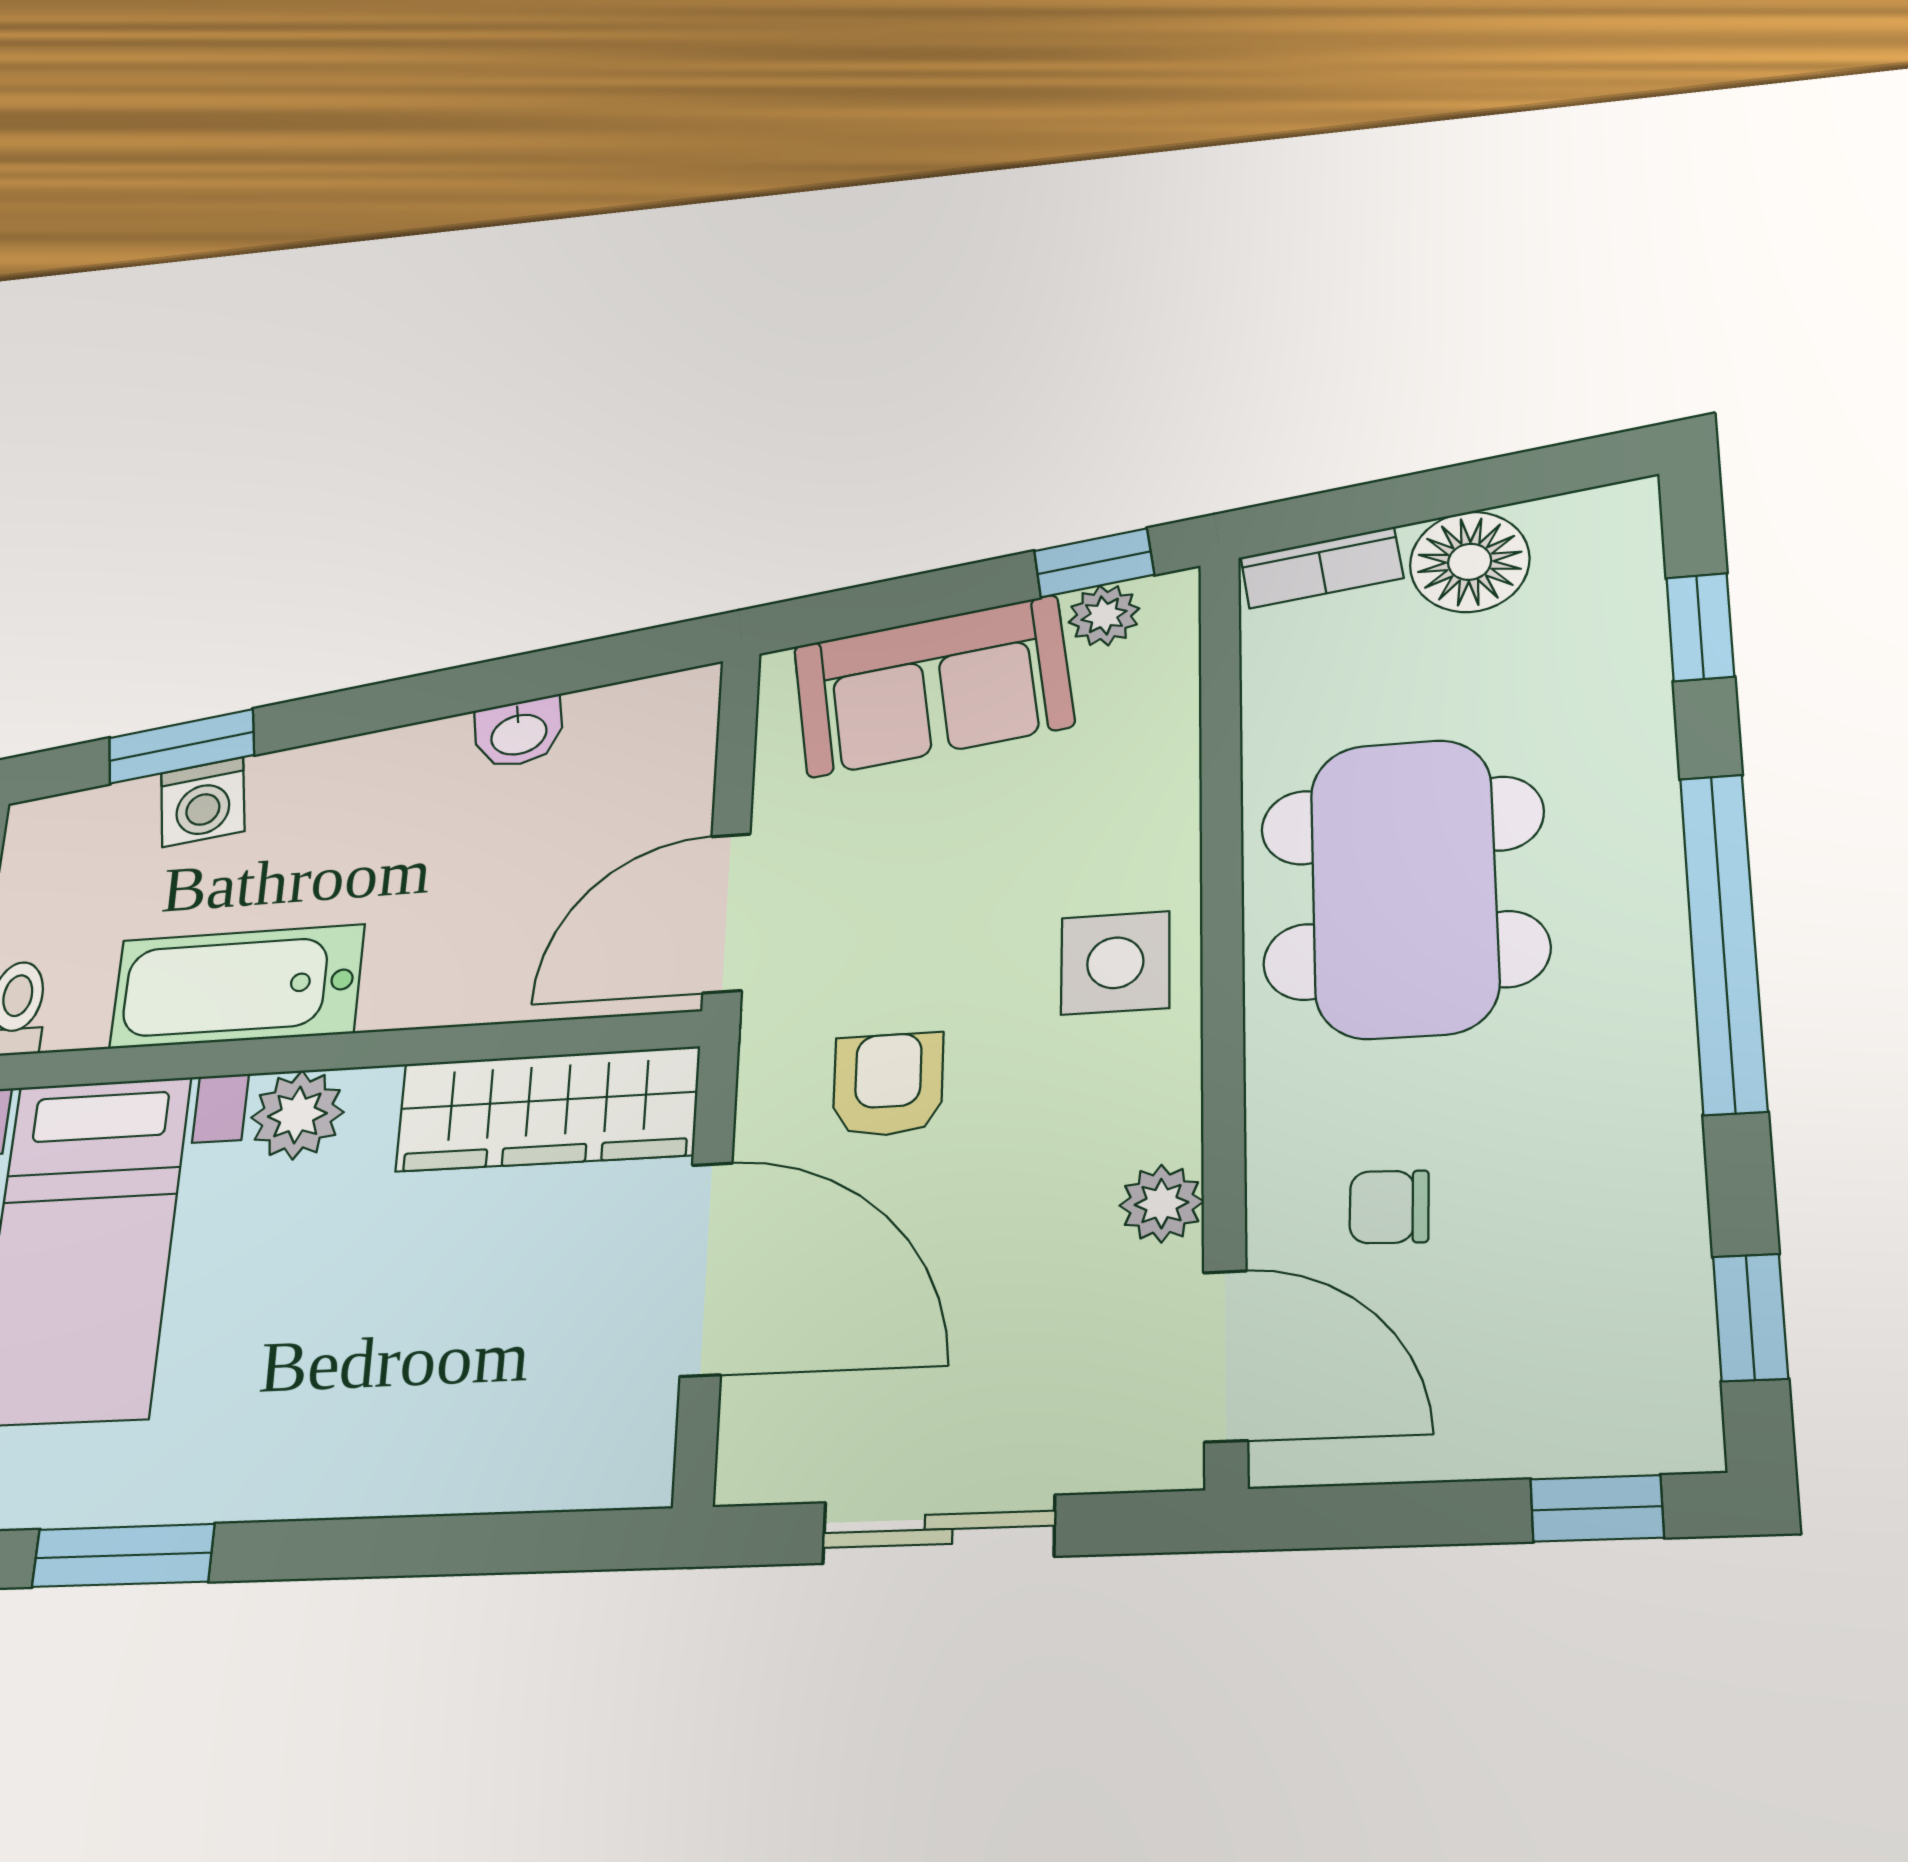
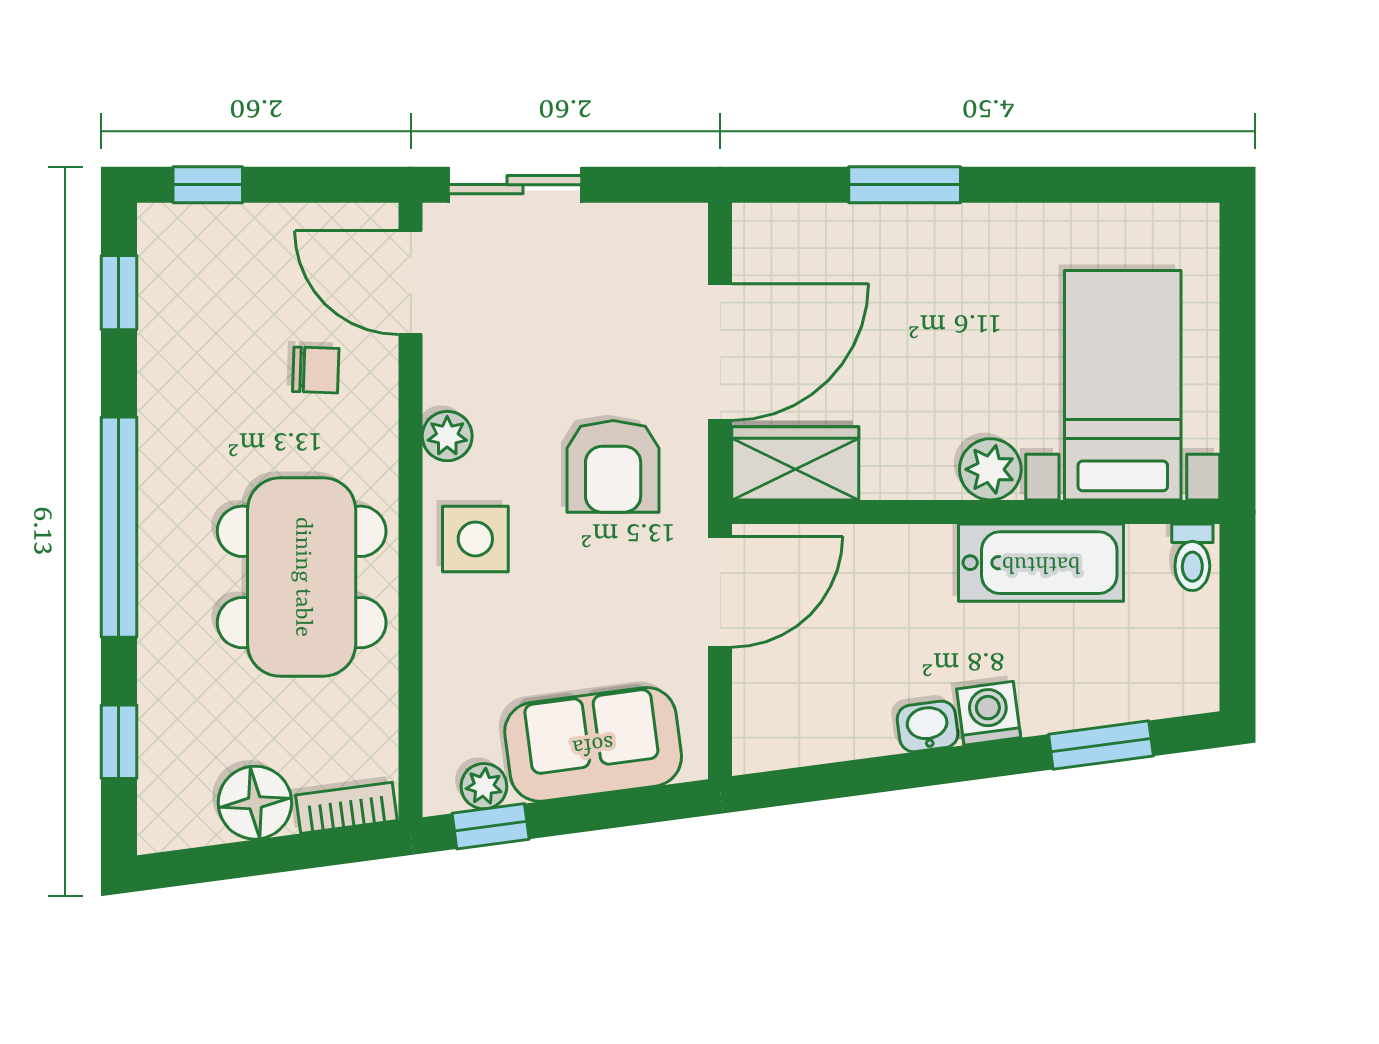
washbasin: (519, 733) -> (928, 726), moved
washing machine: (203, 802) -> (989, 713), moved
armchair: (888, 1085) -> (613, 466), width x1.38, depth x1.38
wardrobe: (548, 1109) -> (795, 463), width x0.67
plant: (1161, 1204) -> (447, 436), moved
door: (706, 1269) -> (720, 352), swing flipped
sliding door: (939, 1529) -> (515, 185), moved
window: (123, 1555) -> (905, 185), moved

